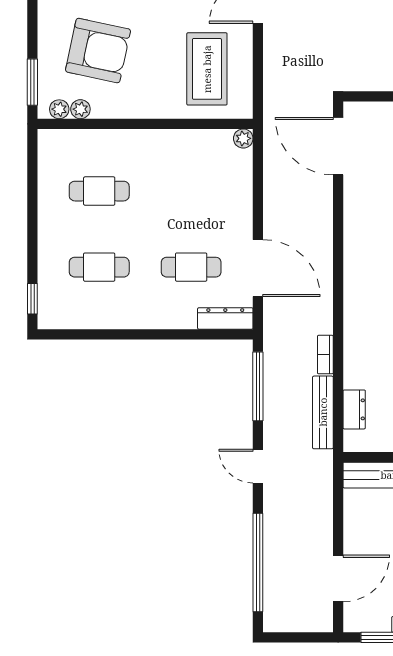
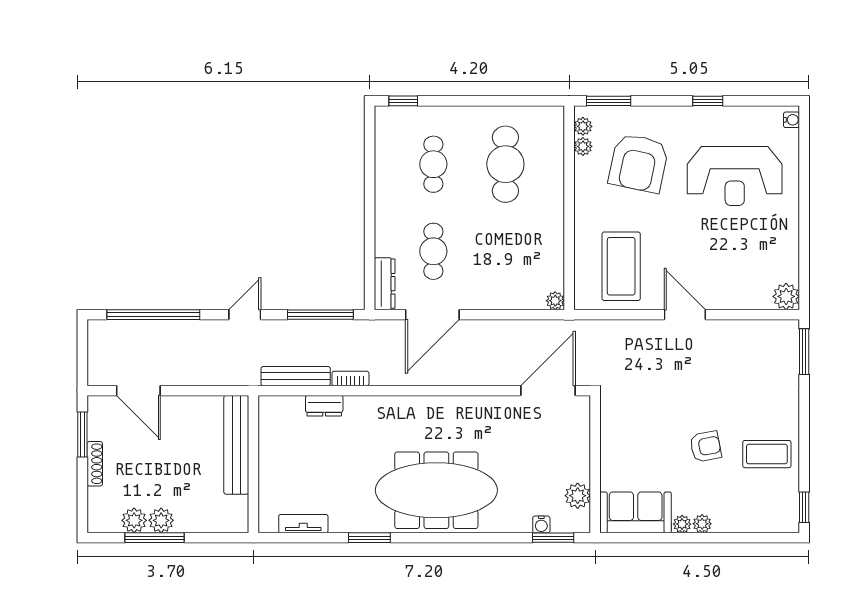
coffee table: (207, 69) -> (621, 266), turned 90
cafe table: (99, 191) -> (505, 164), width x1.37, depth x1.35
dresser: (354, 409) -> (324, 406), moved

